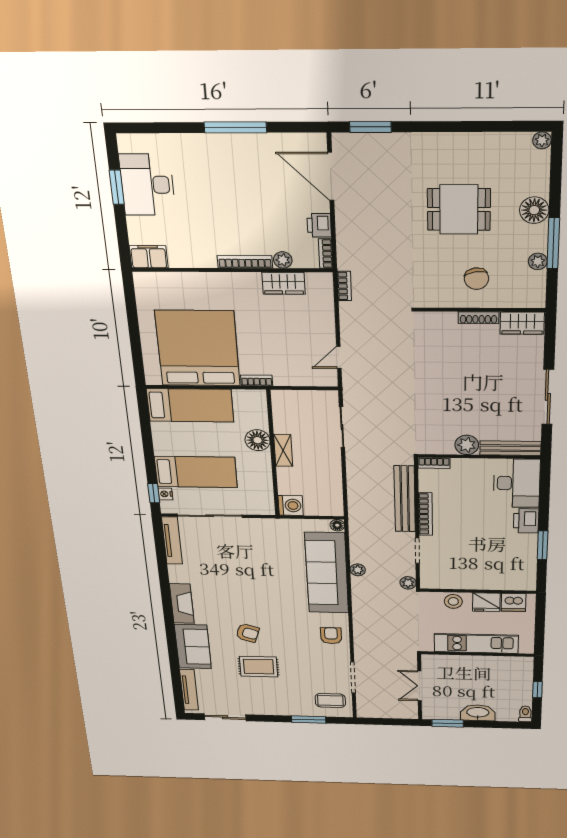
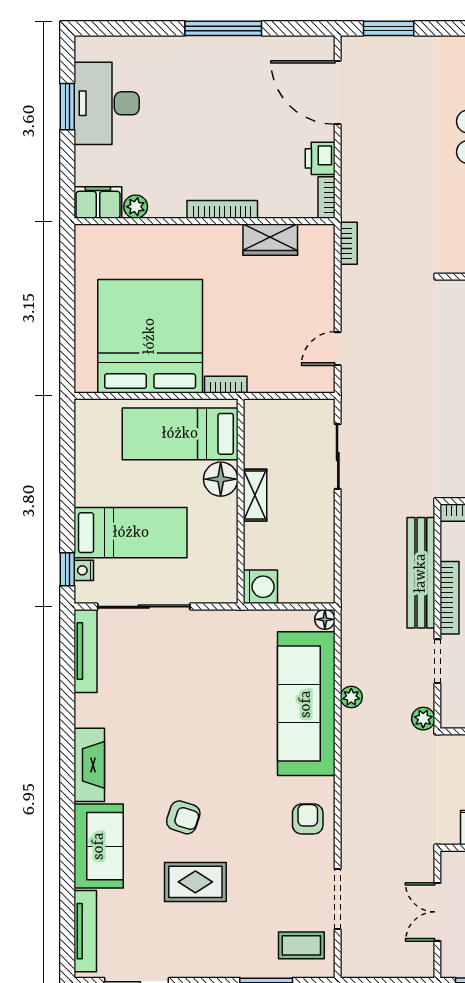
plant: (283, 260) -> (136, 207), moved
bed: (190, 405) -> (180, 434), moved, turned 180

